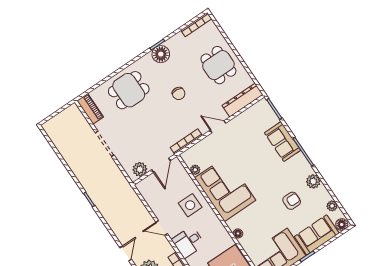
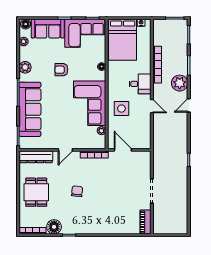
floor lamp: (161, 54) -> (54, 227), moved
dining table: (129, 90) -> (110, 217), removed
door: (218, 127) -> (65, 150), hinge flipped
sofa: (283, 142) -> (30, 109), width x1.85, depth x1.27
door: (161, 165) -> (123, 150), hinge flipped
plant: (140, 169) -> (139, 157), removed
armchair: (292, 201) -> (61, 70), moved

